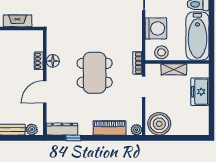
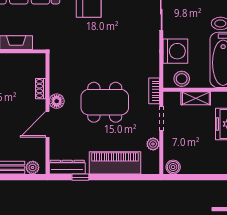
floor lamp: (53, 61) -> (57, 101), moved
dining table: (95, 73) -> (105, 102), turned 90
boiler: (159, 124) -> (173, 167), width x0.54, depth x0.54
piano: (110, 128) -> (115, 163), width x1.37, depth x1.33
plant: (137, 130) -> (153, 144), moved

